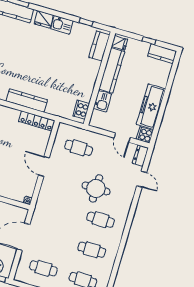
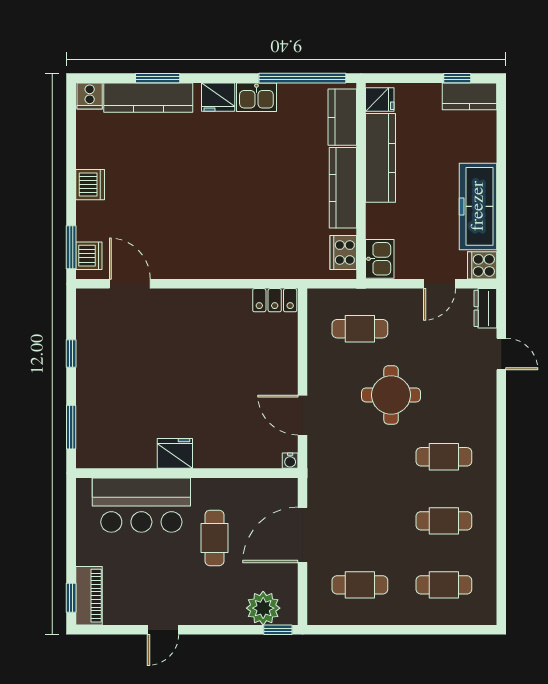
window: (86, 22) -> (302, 78), width x3.17
window: (149, 40) -> (457, 78), moved
kitchen counter: (27, 100) -> (343, 188), moved, turned -90
kitchen sink: (102, 101) -> (380, 259), moved
locker: (37, 121) -> (275, 300), width x0.66
door: (122, 138) -> (439, 284), hinge flipped
door: (44, 166) -> (303, 415), moved
round table: (96, 188) -> (391, 395), moved

